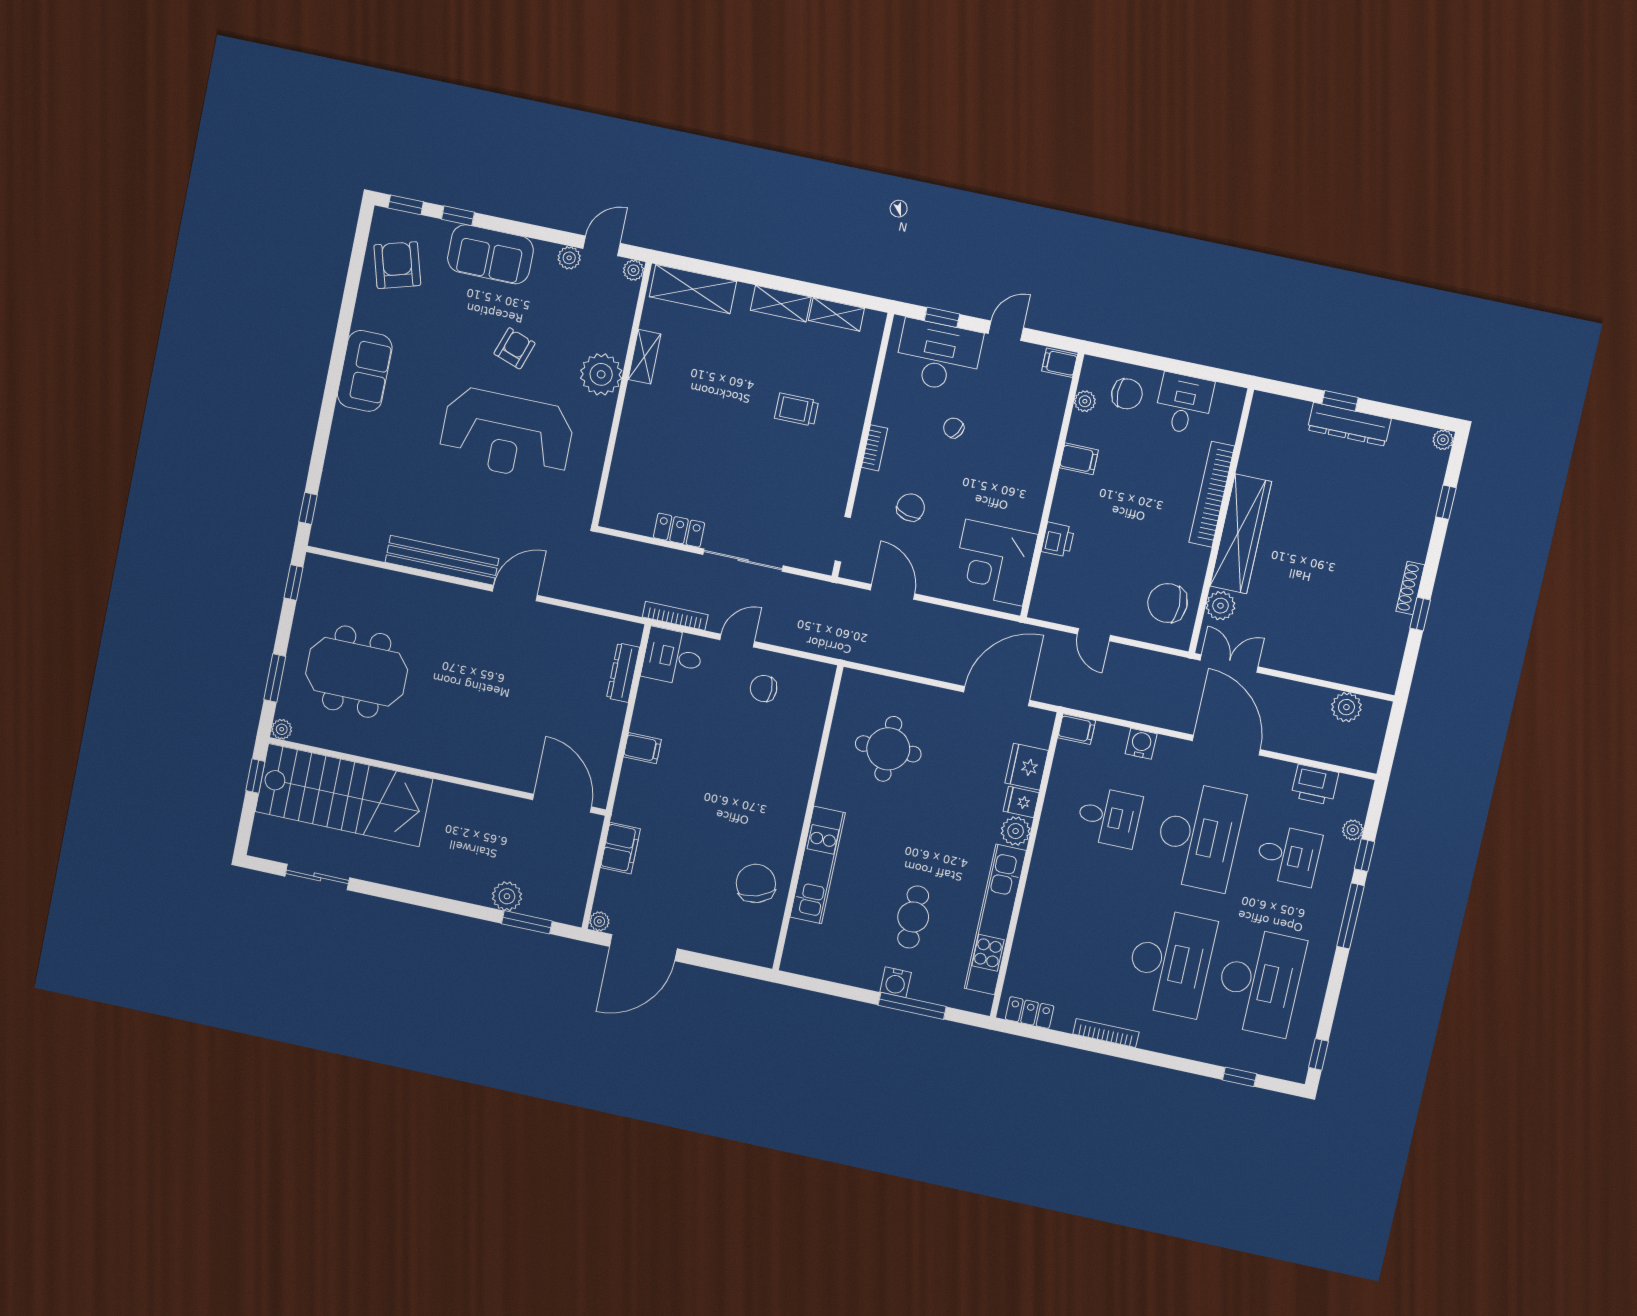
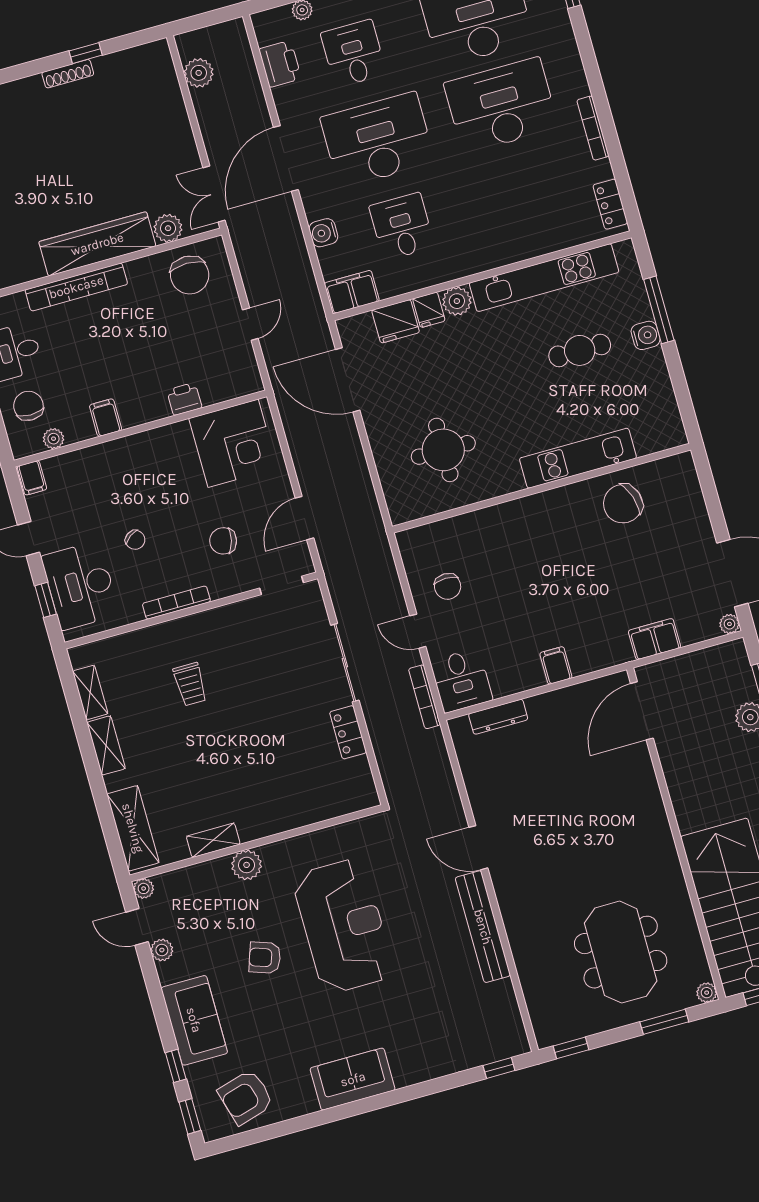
plant: (601, 374) -> (247, 865), width x0.73, depth x0.73
chair: (954, 428) -> (135, 540), turned -66
bookcase: (874, 448) -> (176, 603), width x1.56
filing cabinet: (1077, 729) -> (352, 292), width x2.00

